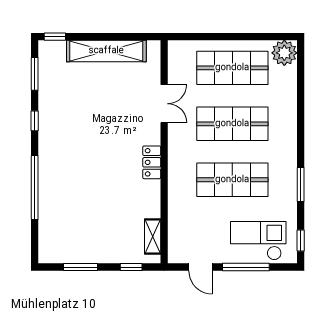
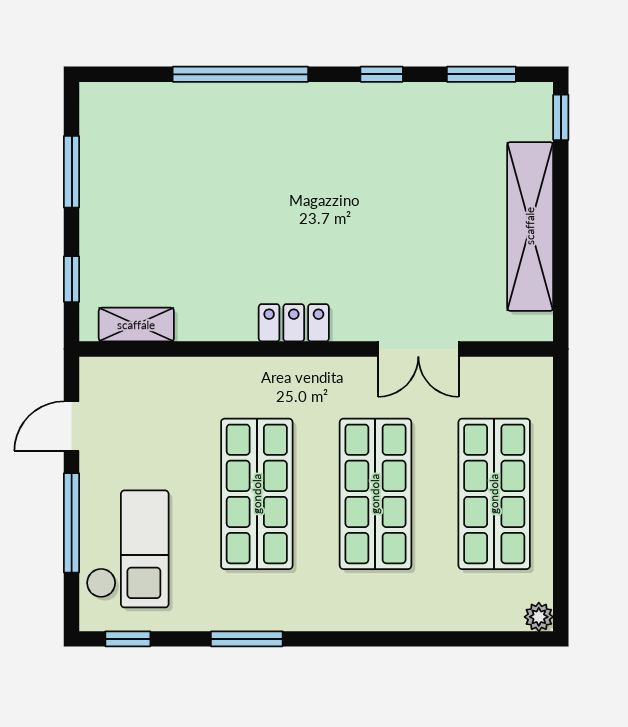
plant: (284, 53) -> (539, 617), width x0.53, depth x0.53

